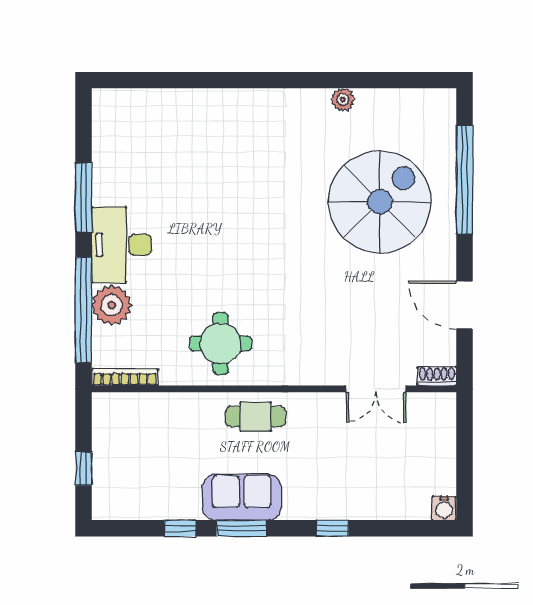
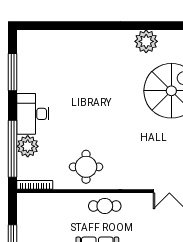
plant: (343, 100) -> (146, 41), width x1.87, depth x1.87
window: (84, 197) -> (13, 72), moved

